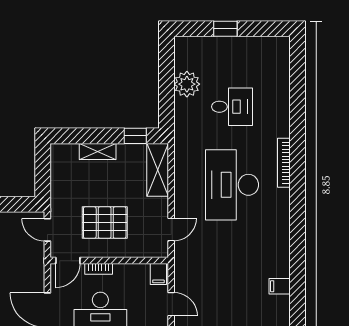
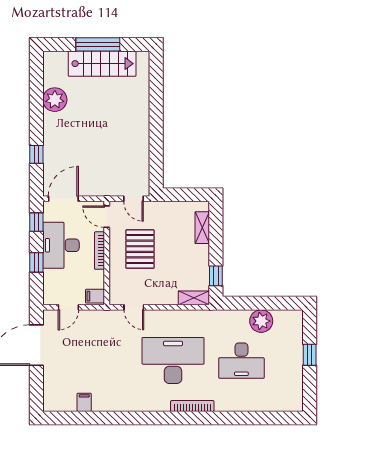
desk: (232, 107) -> (241, 361), width x1.37
shelving: (98, 151) -> (202, 228), moved
shelving: (158, 170) -> (194, 298), width x0.67, depth x0.75
door: (47, 230) -> (133, 199), swing flipped
bookcase: (99, 269) -> (99, 251), width x1.56

